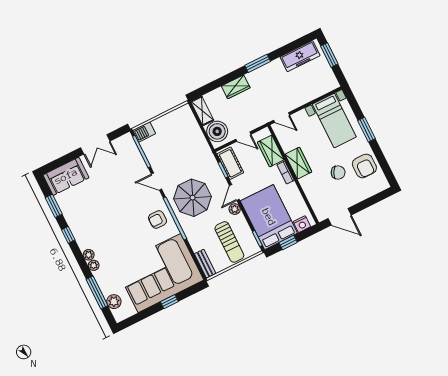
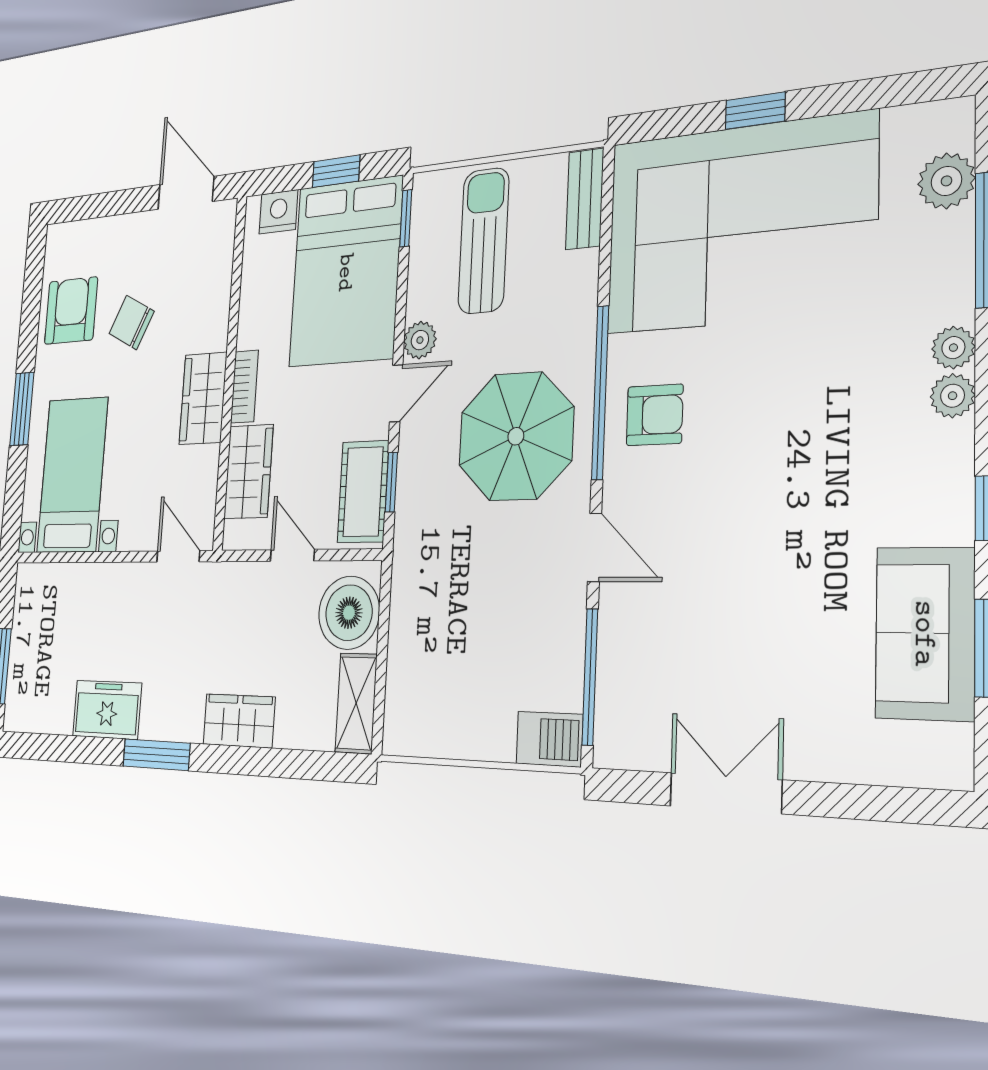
freezer: (300, 56) -> (107, 710), moved, width x0.71
sofa: (66, 176) -> (925, 633), moved, turned -90

